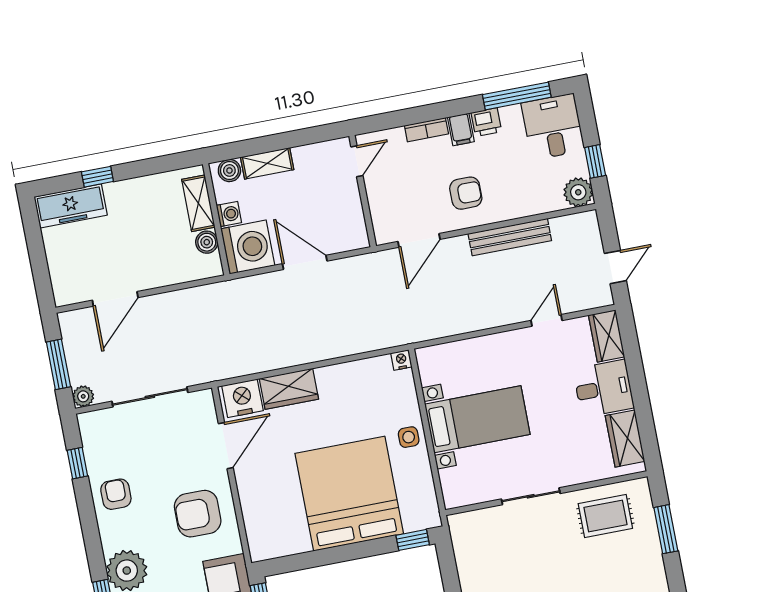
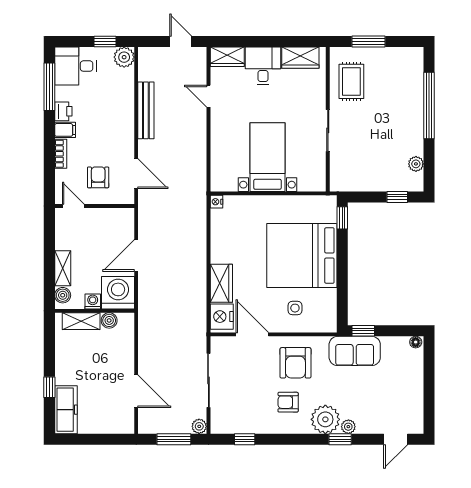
armchair: (466, 193) -> (98, 177), moved
side table: (409, 437) -> (295, 308), moved
armchair: (116, 494) -> (288, 402), moved

